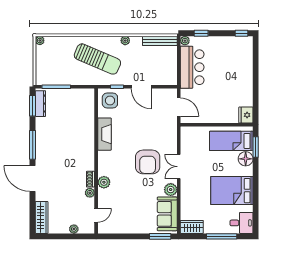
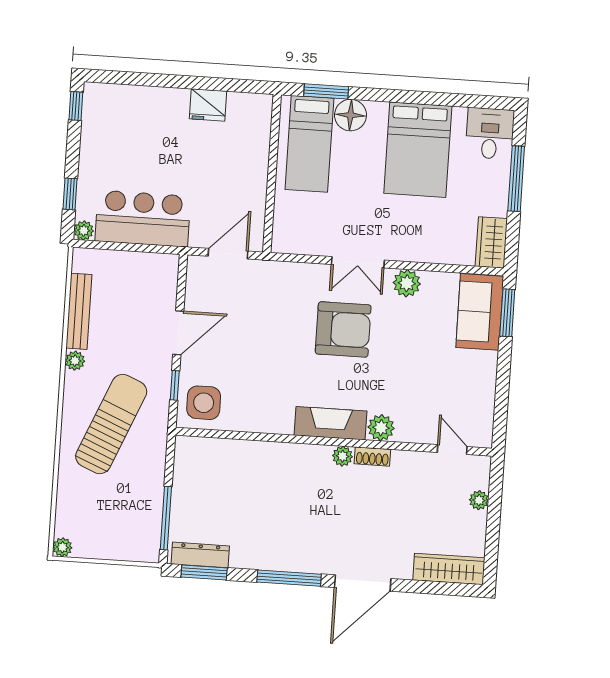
bench: (160, 41) -> (79, 311), moved
fridge: (246, 115) -> (208, 105), moved
fireplace: (104, 134) -> (330, 423), moved
plant: (90, 193) -> (343, 456), moved
sofa: (167, 214) -> (480, 312), moved, turned 90

